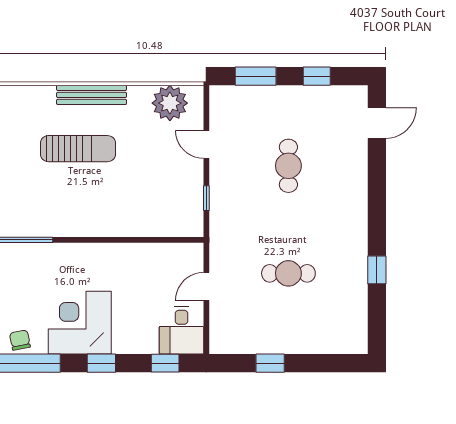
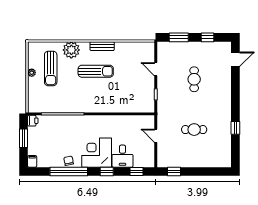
bench: (92, 95) -> (102, 46), width x0.73
plant: (170, 103) -> (71, 50), moved
door: (206, 287) -> (156, 136), hinge flipped
desk: (182, 330) -> (122, 156), moved
window: (270, 363) -> (174, 171), moved

